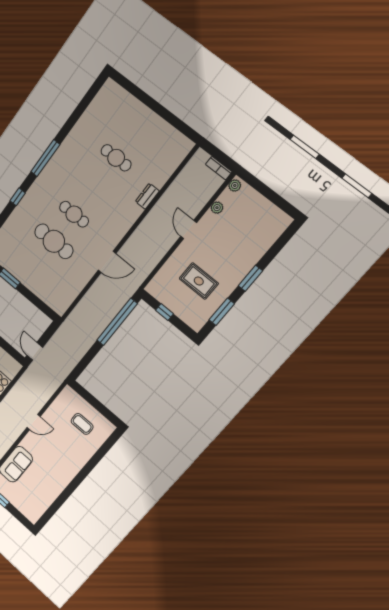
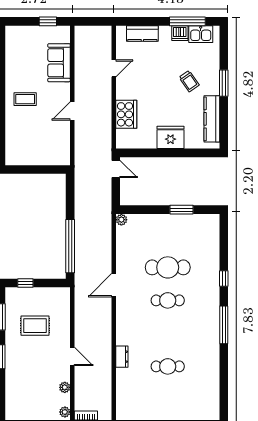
plant: (61, 309) -> (121, 220), added
window: (164, 312) -> (25, 283), moved
coffee table: (82, 424) -> (25, 99), moved

